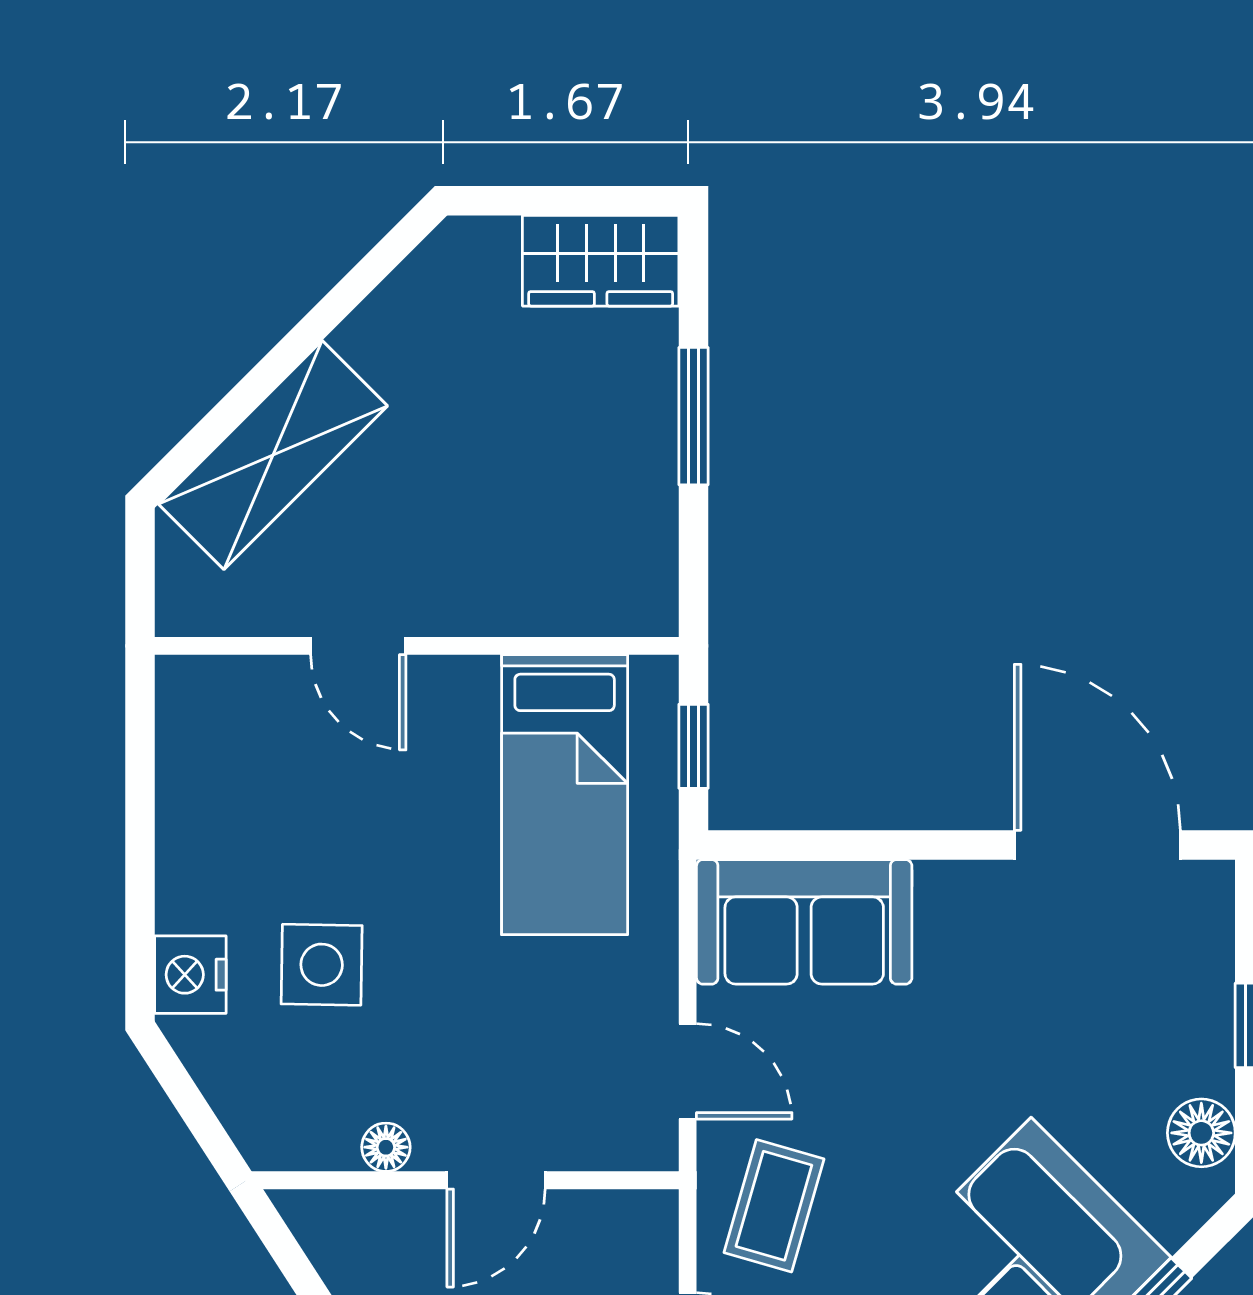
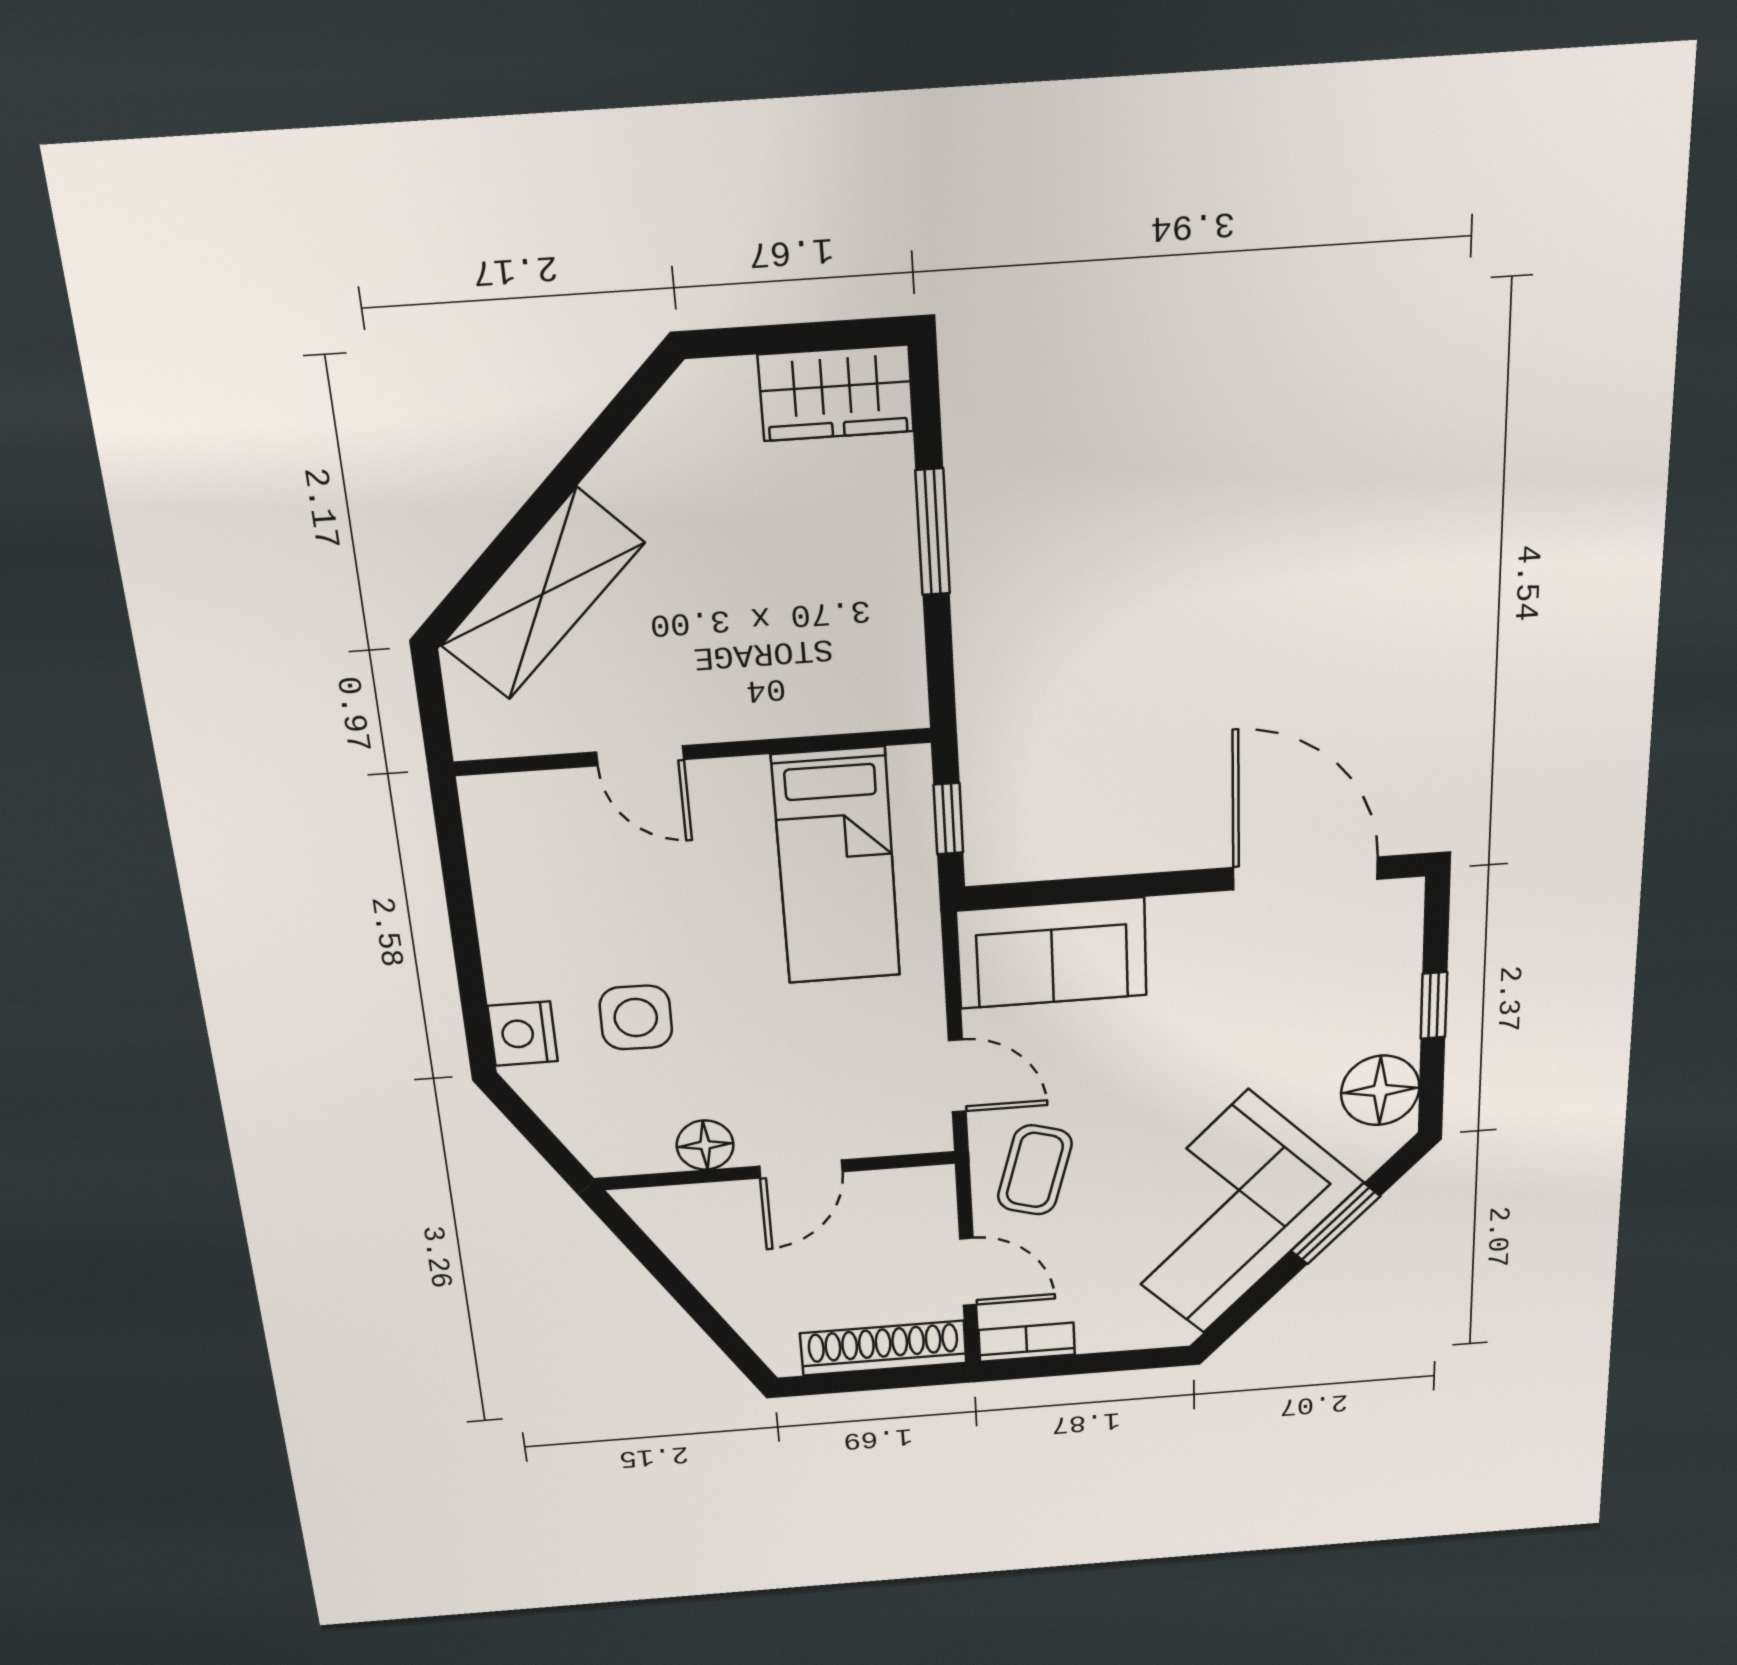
floor lamp: (1201, 1133) -> (1380, 1090), width x1.38, depth x1.38
floor lamp: (386, 1147) -> (705, 1145), width x1.37, depth x1.37

